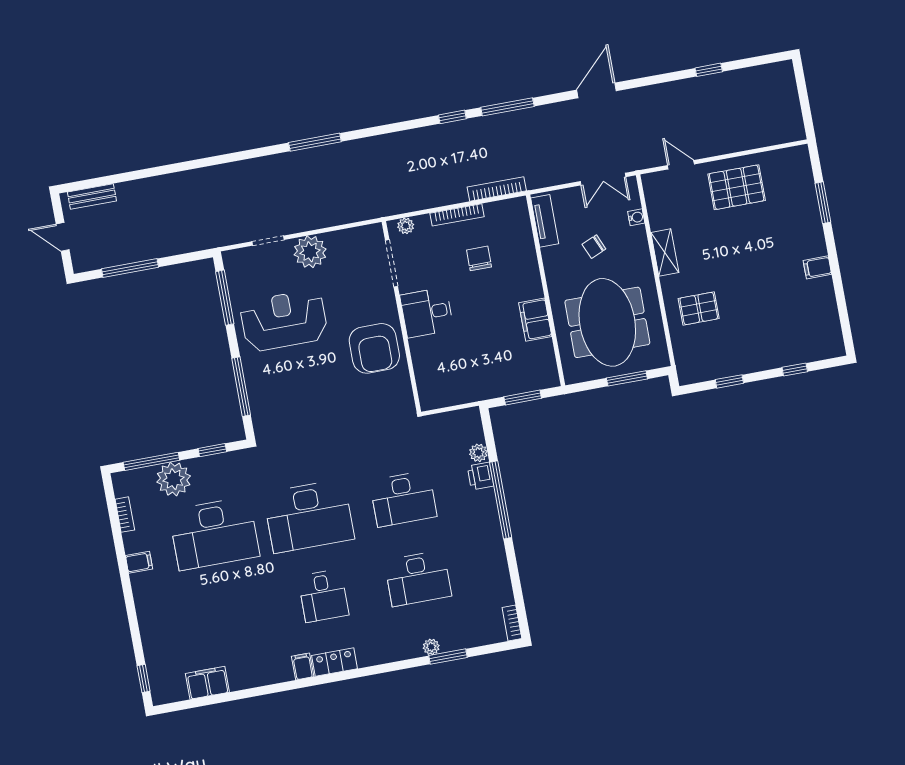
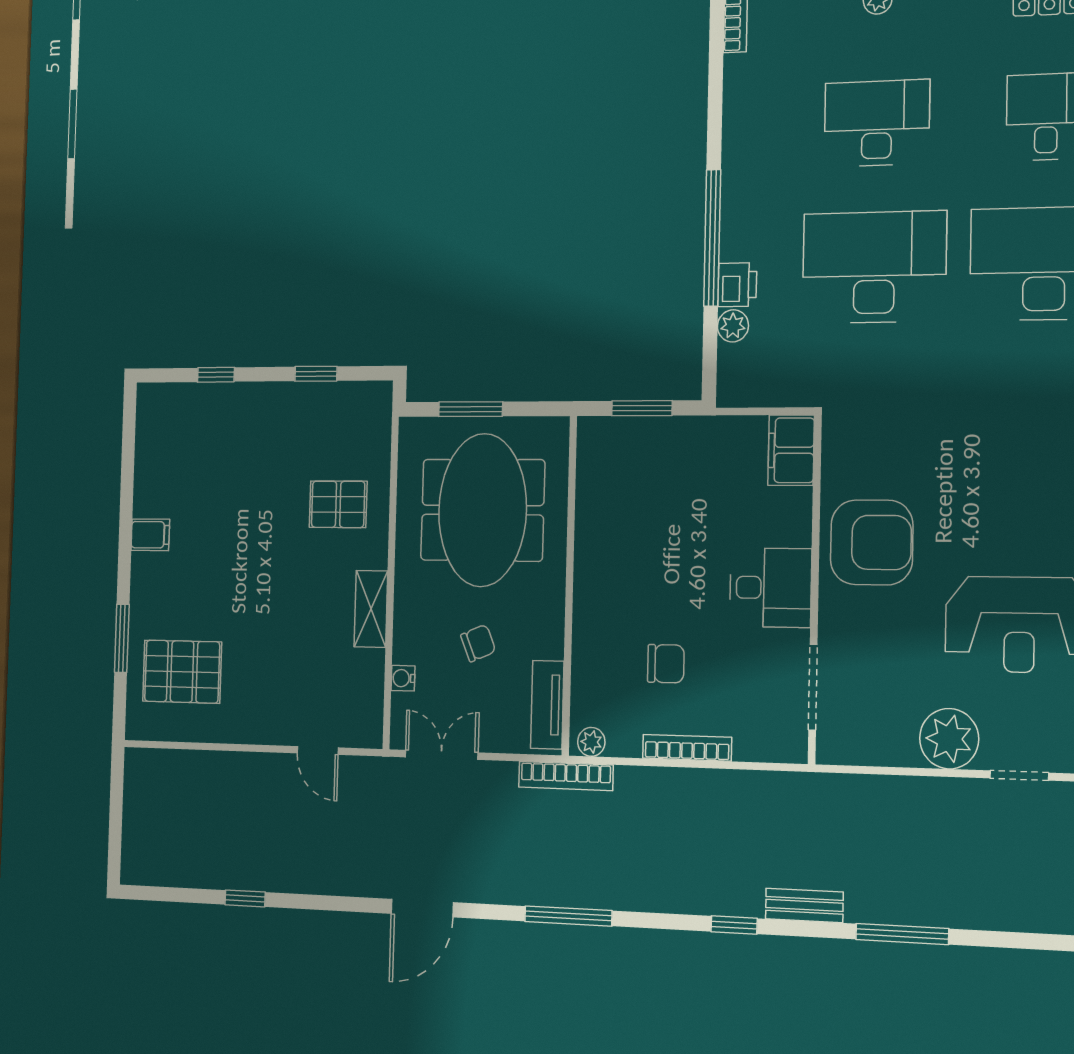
window: (452, 117) -> (734, 925), moved
bench: (372, 145) -> (804, 905), added
pallet: (737, 187) -> (182, 672), moved
bookcase: (497, 189) -> (566, 776), moved
plant: (406, 226) -> (591, 742), moved
chair: (479, 258) -> (666, 664), turned -90
filing cabinet: (535, 320) -> (791, 450), moved, turned 180
armchair: (374, 348) -> (872, 542), turned 90
desk: (403, 499) -> (874, 267), width x1.36, depth x1.30

